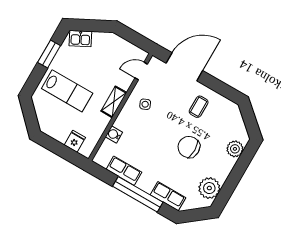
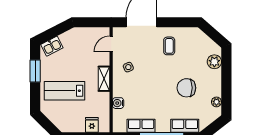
lab bench: (67, 91) -> (64, 91), turned 180
chair: (189, 147) -> (186, 88), moved
plant: (209, 188) -> (216, 102), width x0.53, depth x0.53

